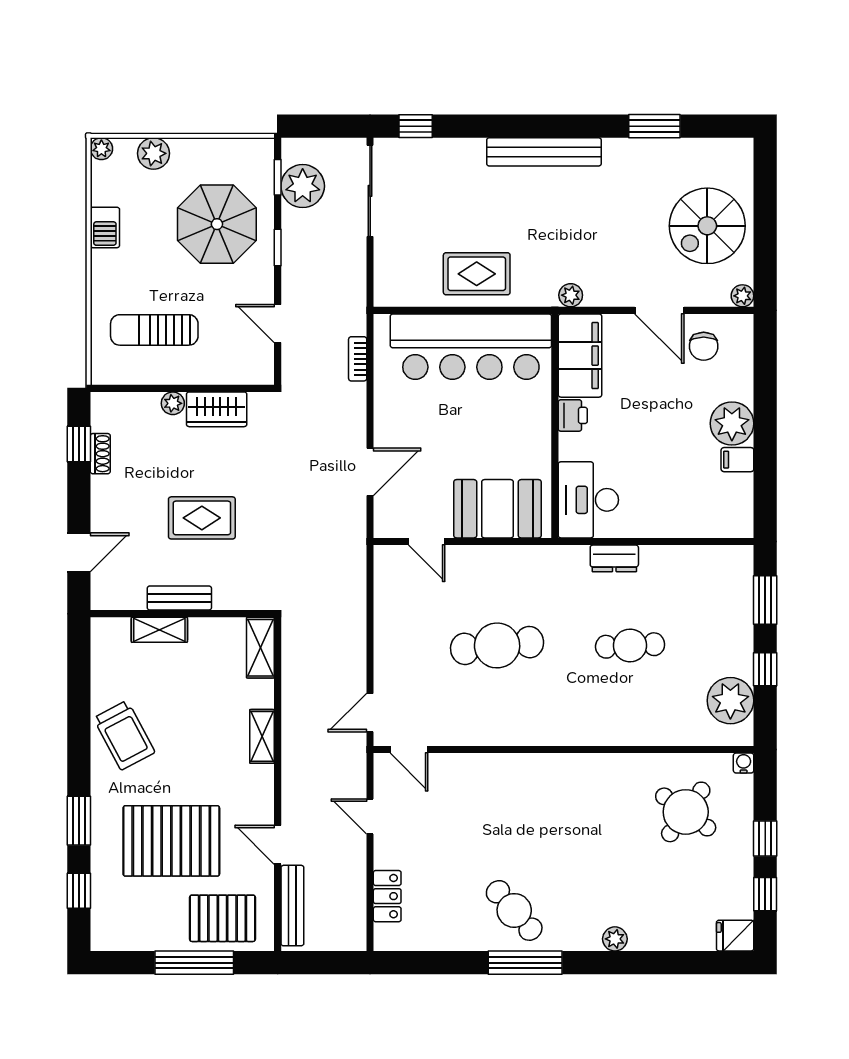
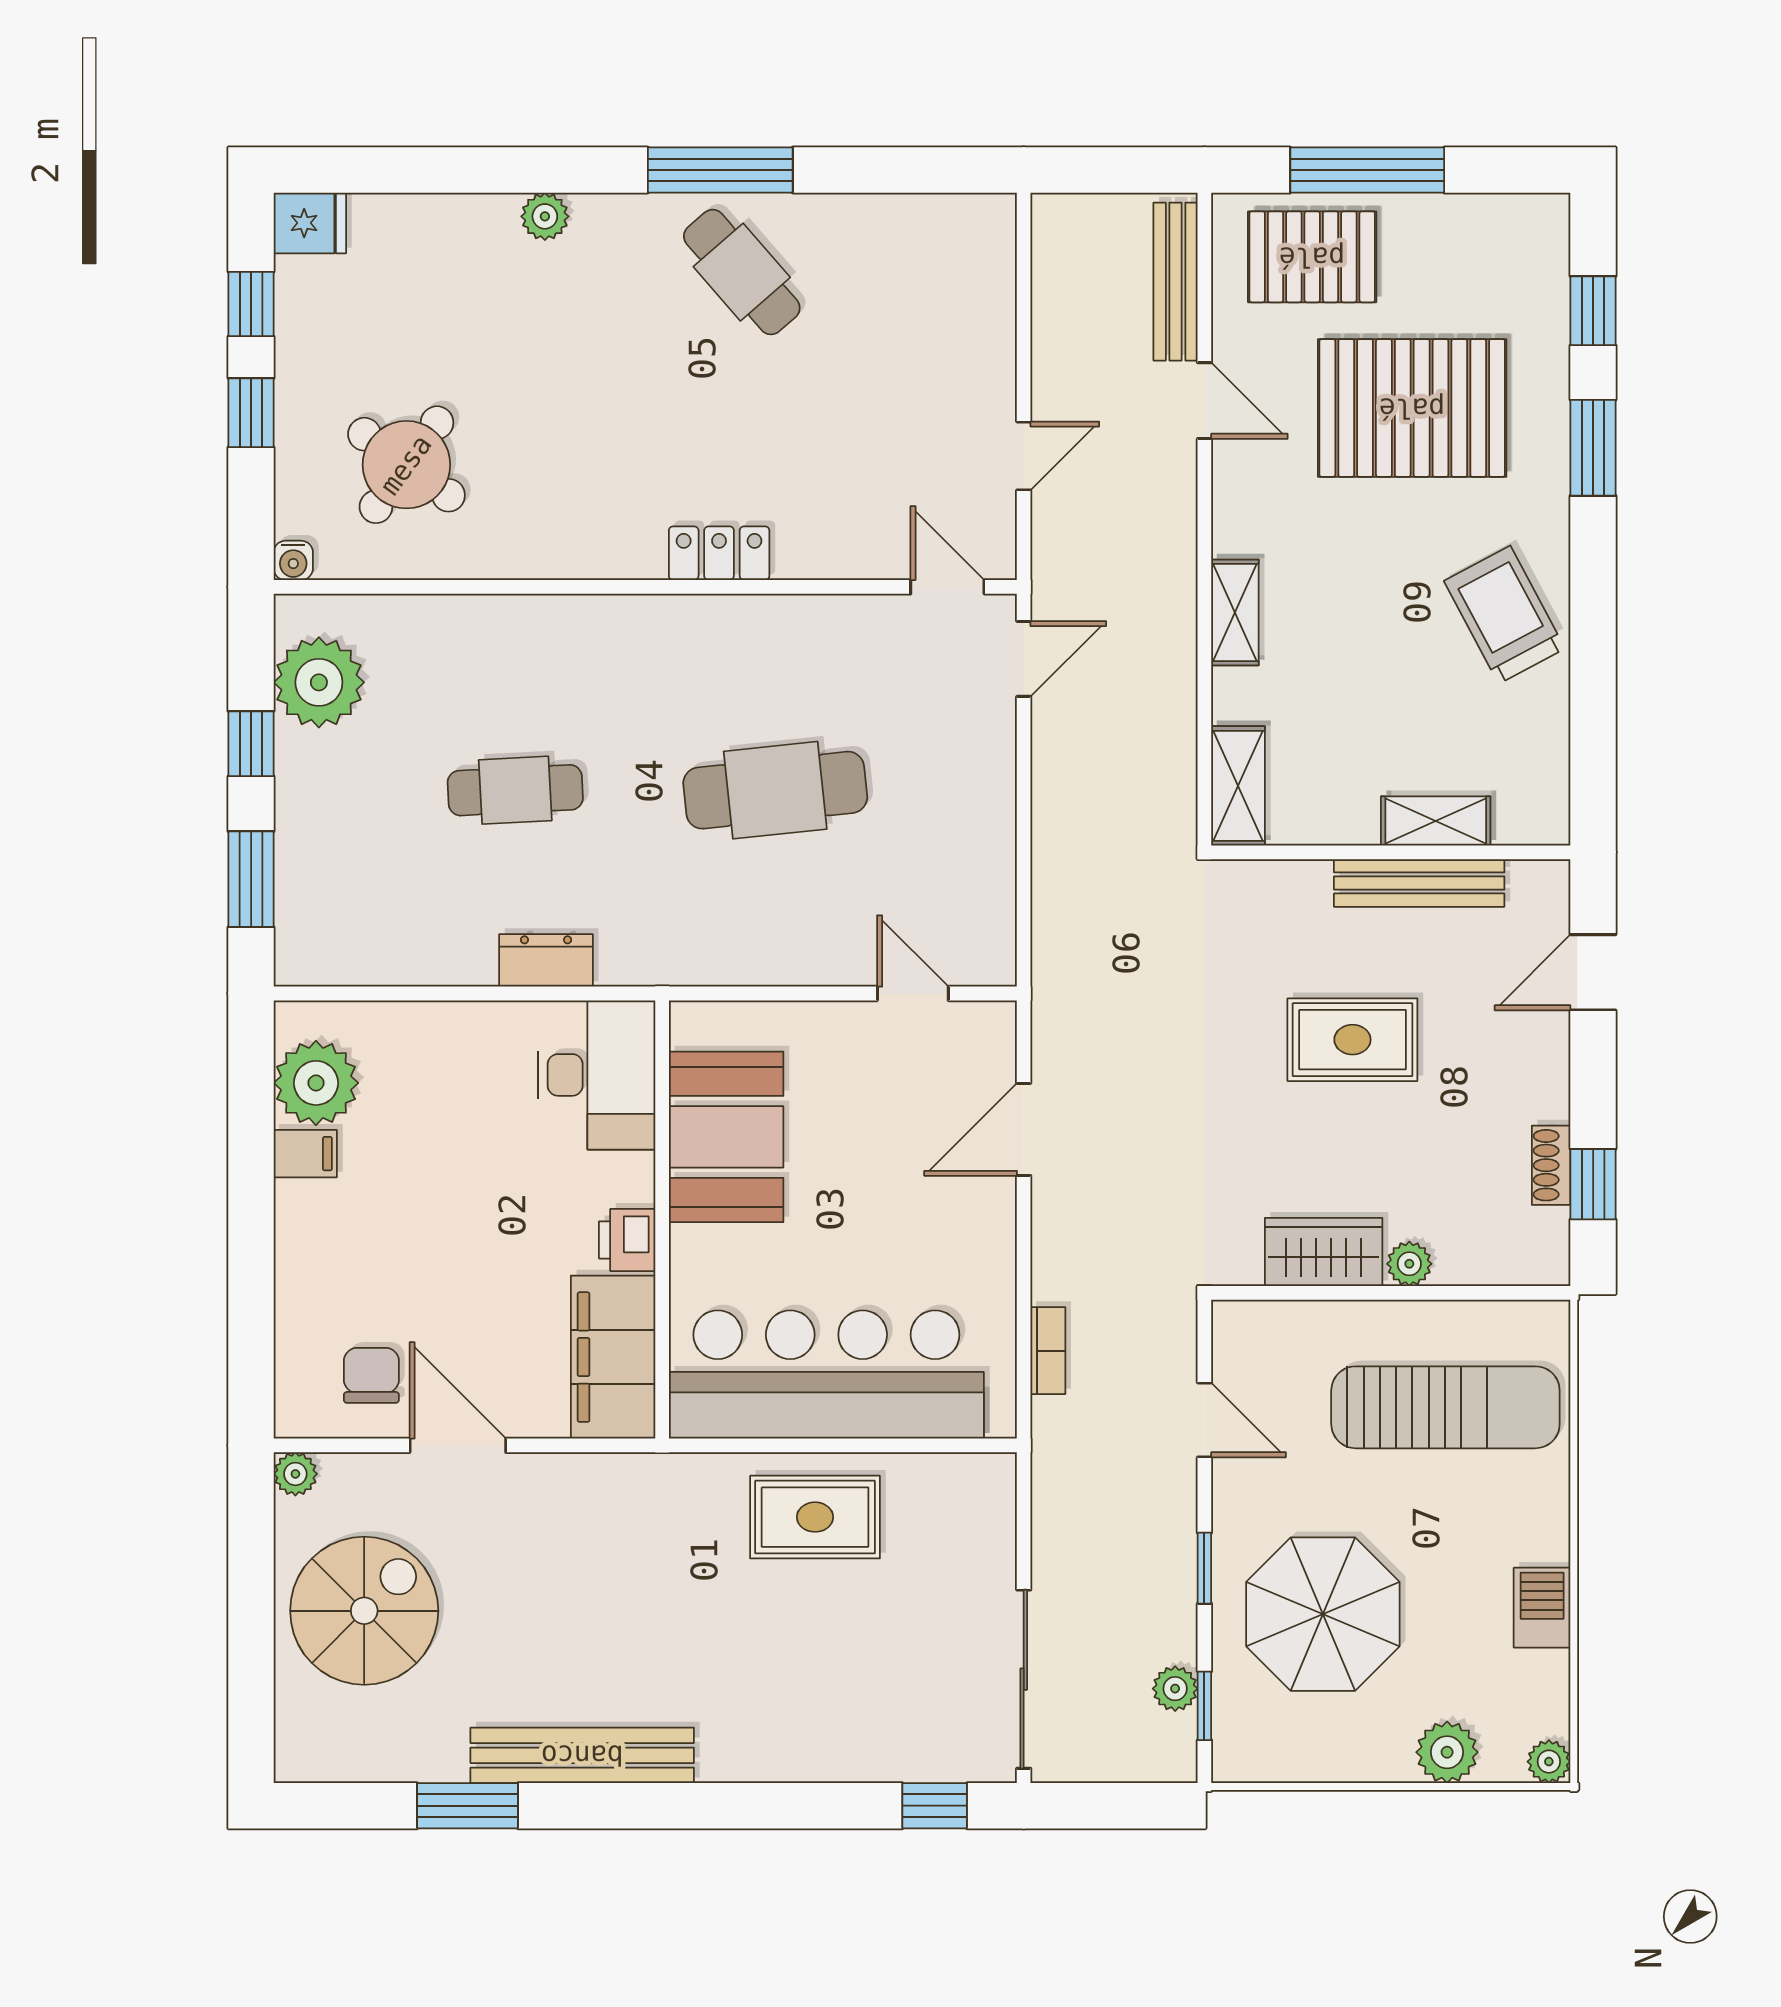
bench: (544, 152) -> (582, 1755), moved
plant: (303, 186) -> (1175, 1689), width x0.53, depth x0.53
plant: (571, 295) -> (631, 1475), removed
sun lounger: (154, 330) -> (1445, 1407), width x1.36, depth x1.34
plant: (732, 423) -> (316, 1083), moved
booth: (497, 509) -> (726, 1137), moved, turned 90
bench: (179, 598) -> (1419, 883), width x1.36
door: (370, 816) -> (1024, 456), hinge flipped
locker: (387, 896) -> (719, 553), moved, turned 90

